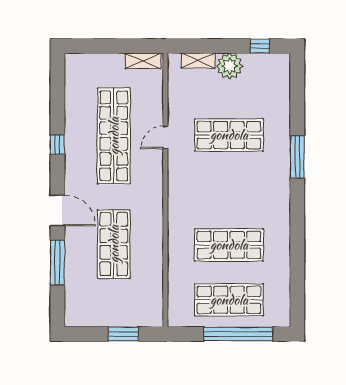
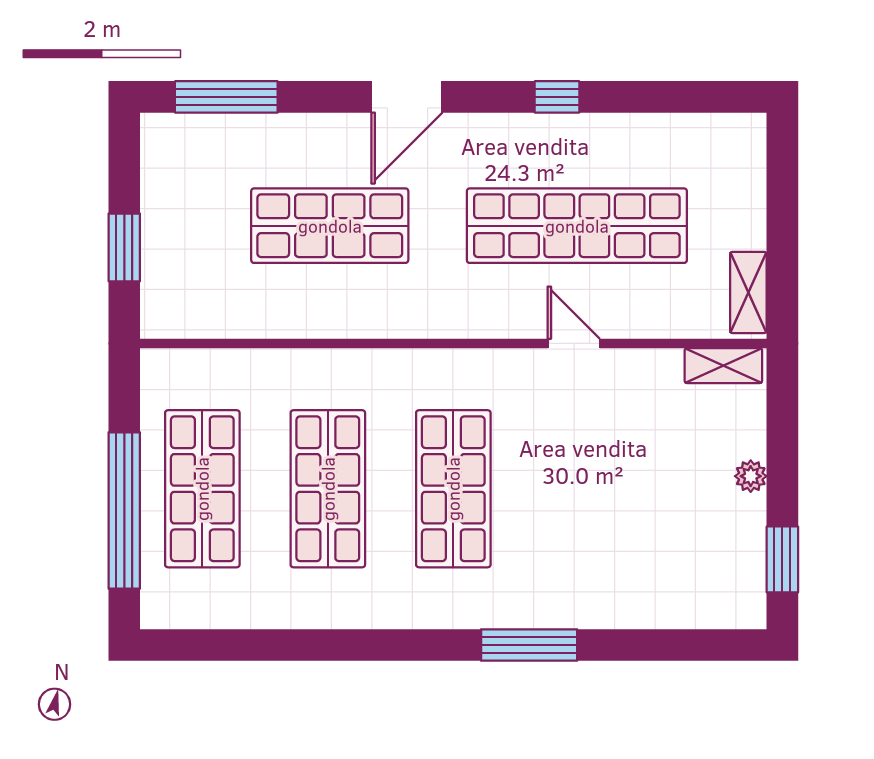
window: (260, 46) -> (782, 559), width x1.50
shelving: (198, 61) -> (723, 366), moved, turned 90
plant: (229, 66) -> (751, 476), width x0.53, depth x0.53
shop shelf: (229, 135) -> (453, 489), moved
window: (57, 262) -> (226, 97), moved

